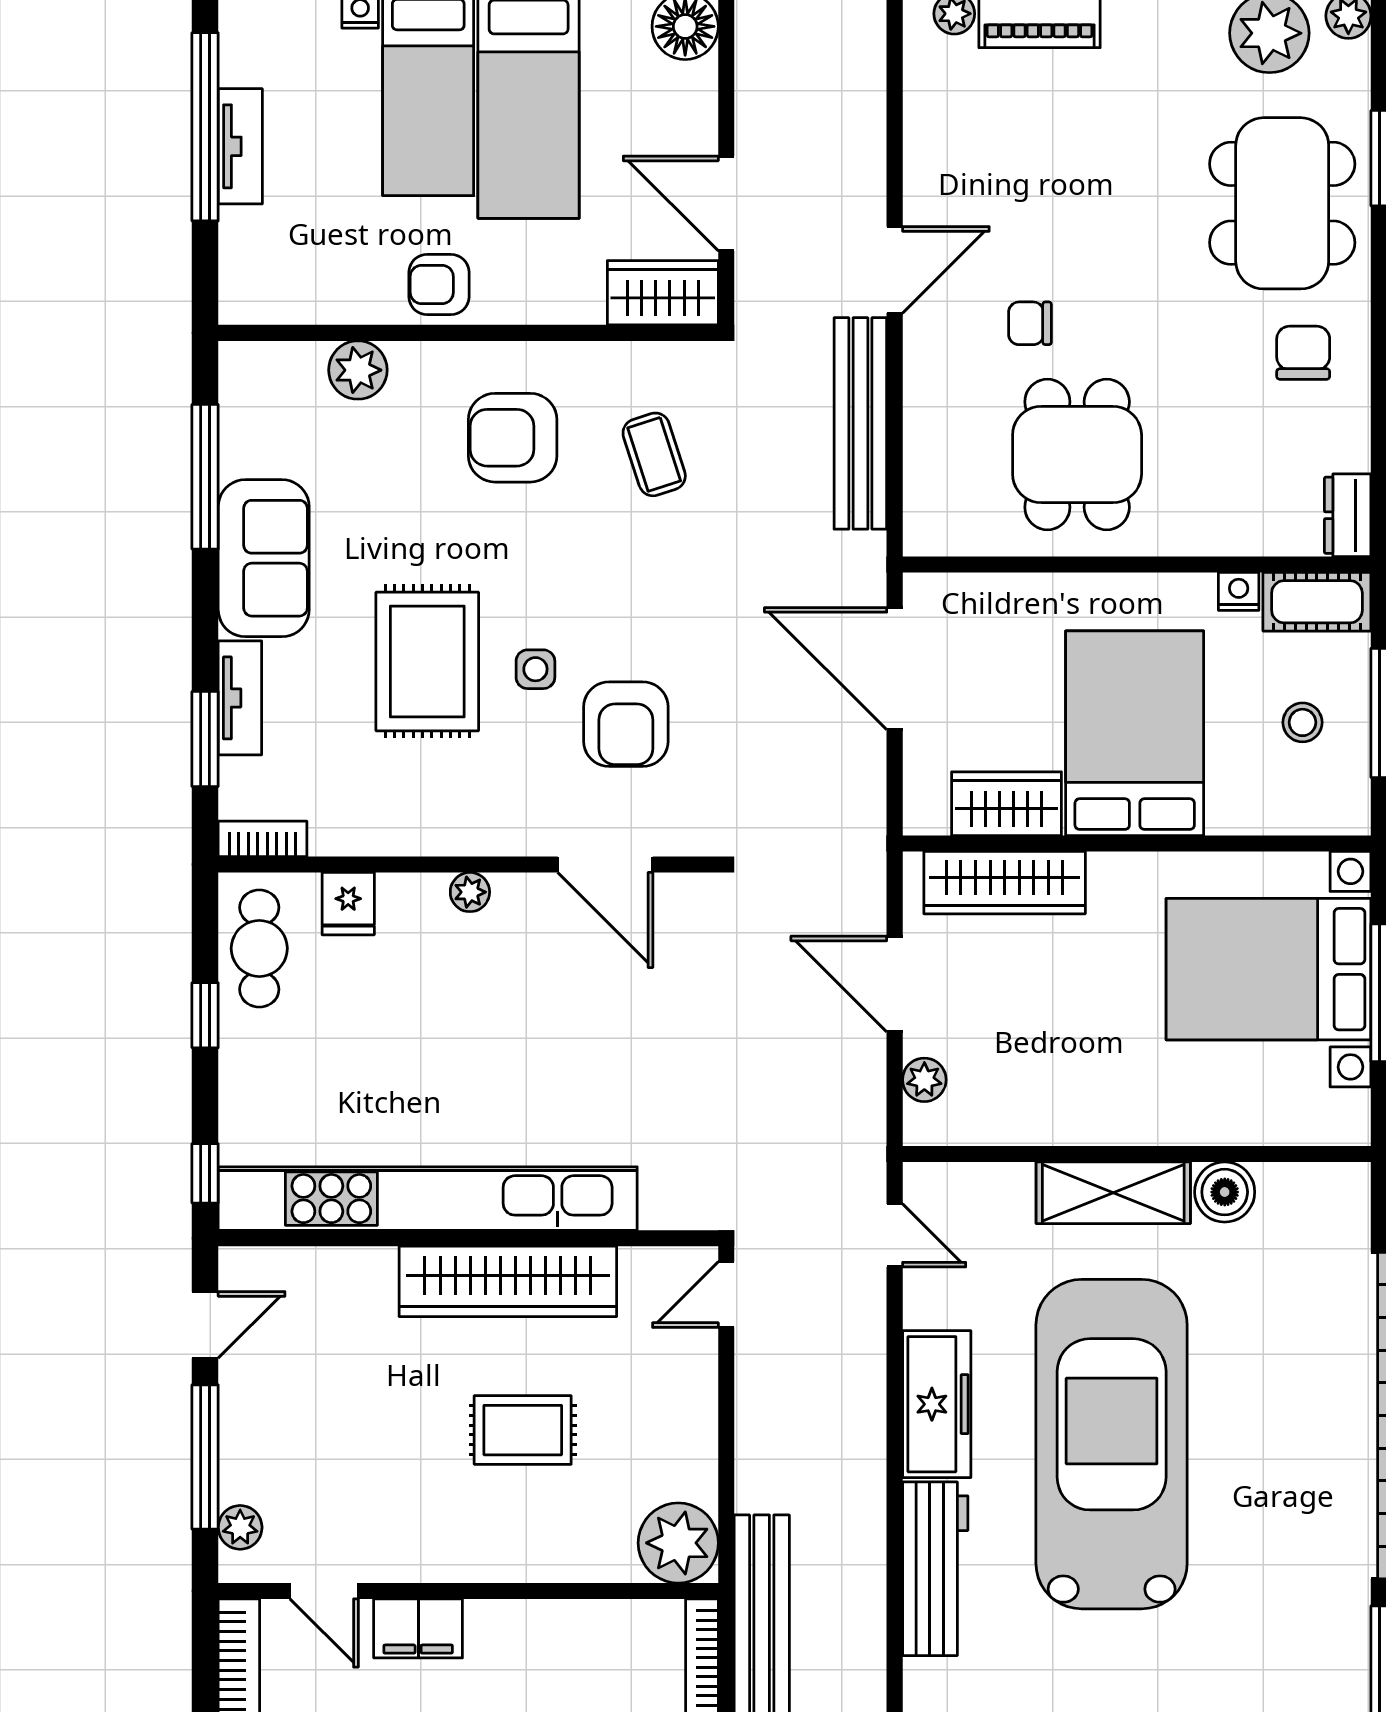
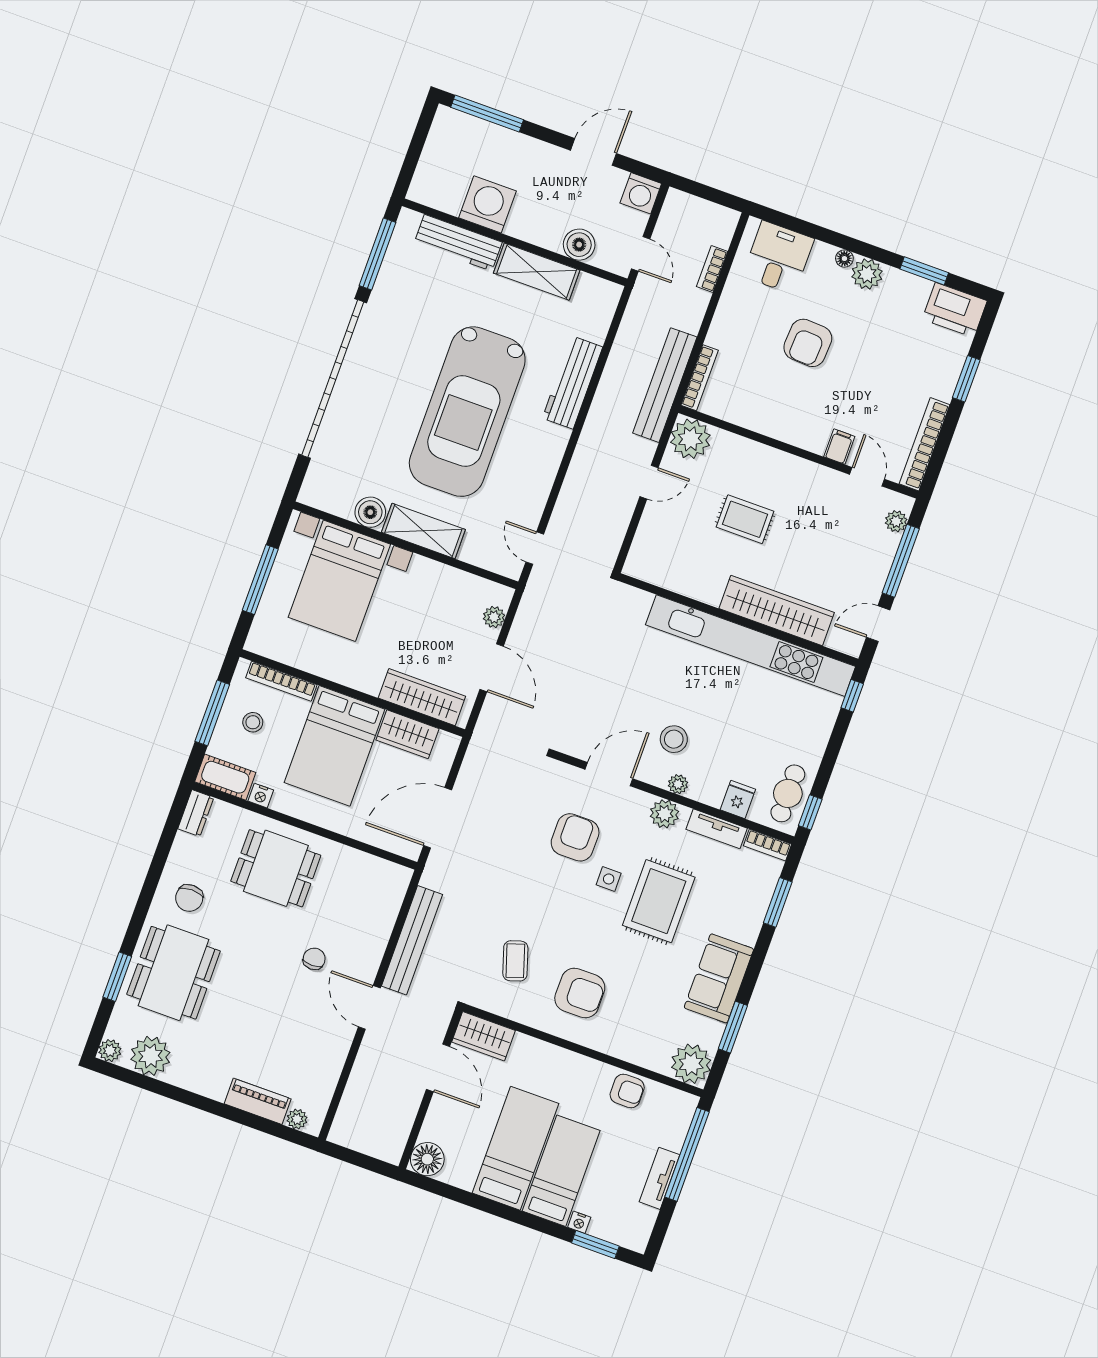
window: (205, 127) -> (687, 1154), moved
door: (895, 270) -> (369, 1007), hinge flipped
armchair: (439, 284) -> (627, 1091), moved
chair: (1030, 323) -> (314, 959), turned -90
plant: (358, 370) -> (691, 1064), moved, width x1.36, depth x1.36
dining table: (1077, 455) -> (276, 868), moved, turned 90
window: (205, 477) -> (733, 1027), width x0.69
door: (895, 669) -> (438, 818), swing flipped
tv unit: (240, 698) -> (717, 829), moved, turned -90
bookcase: (1277, 818) -> (281, 681), added
plant: (475, 828) -> (664, 814), added
door: (605, 865) -> (609, 774), hinge flipped
bed with nightstands: (1269, 969) -> (339, 581), moved, turned 90
stool: (508, 973) -> (674, 739), added
window: (205, 1015) -> (810, 812), moved
wardrobe: (508, 1281) -> (777, 610), moved
door: (726, 1295) -> (649, 482), moved
freezer: (937, 1404) -> (544, 461), removed
filing cabinet: (418, 1628) -> (839, 447), width x0.50

